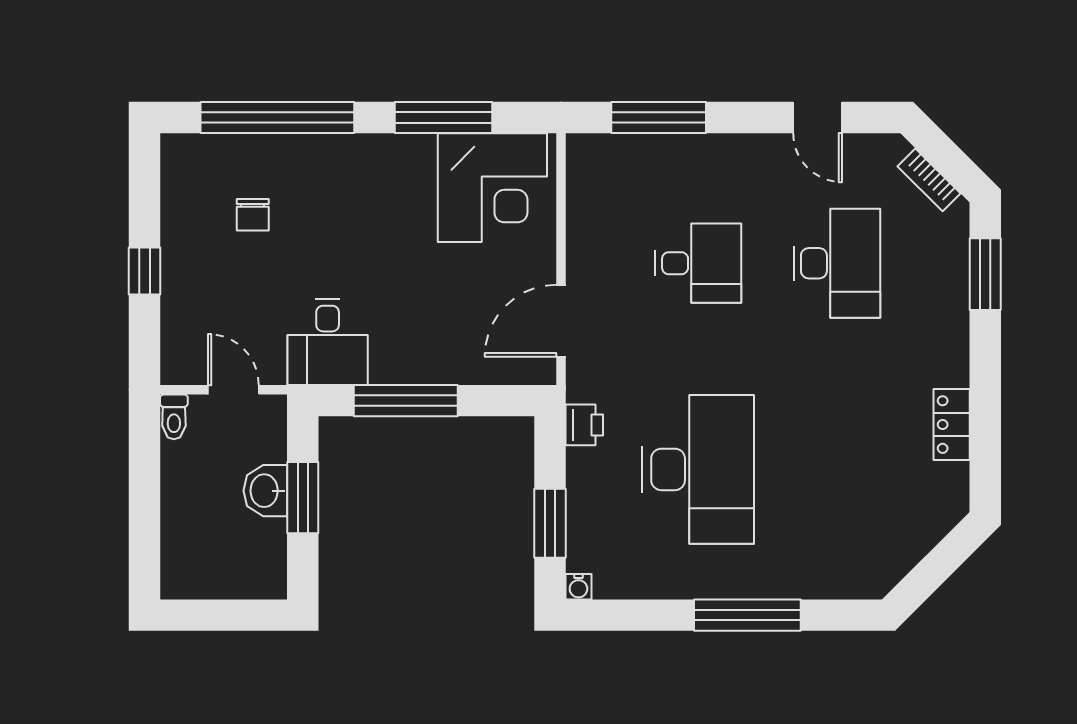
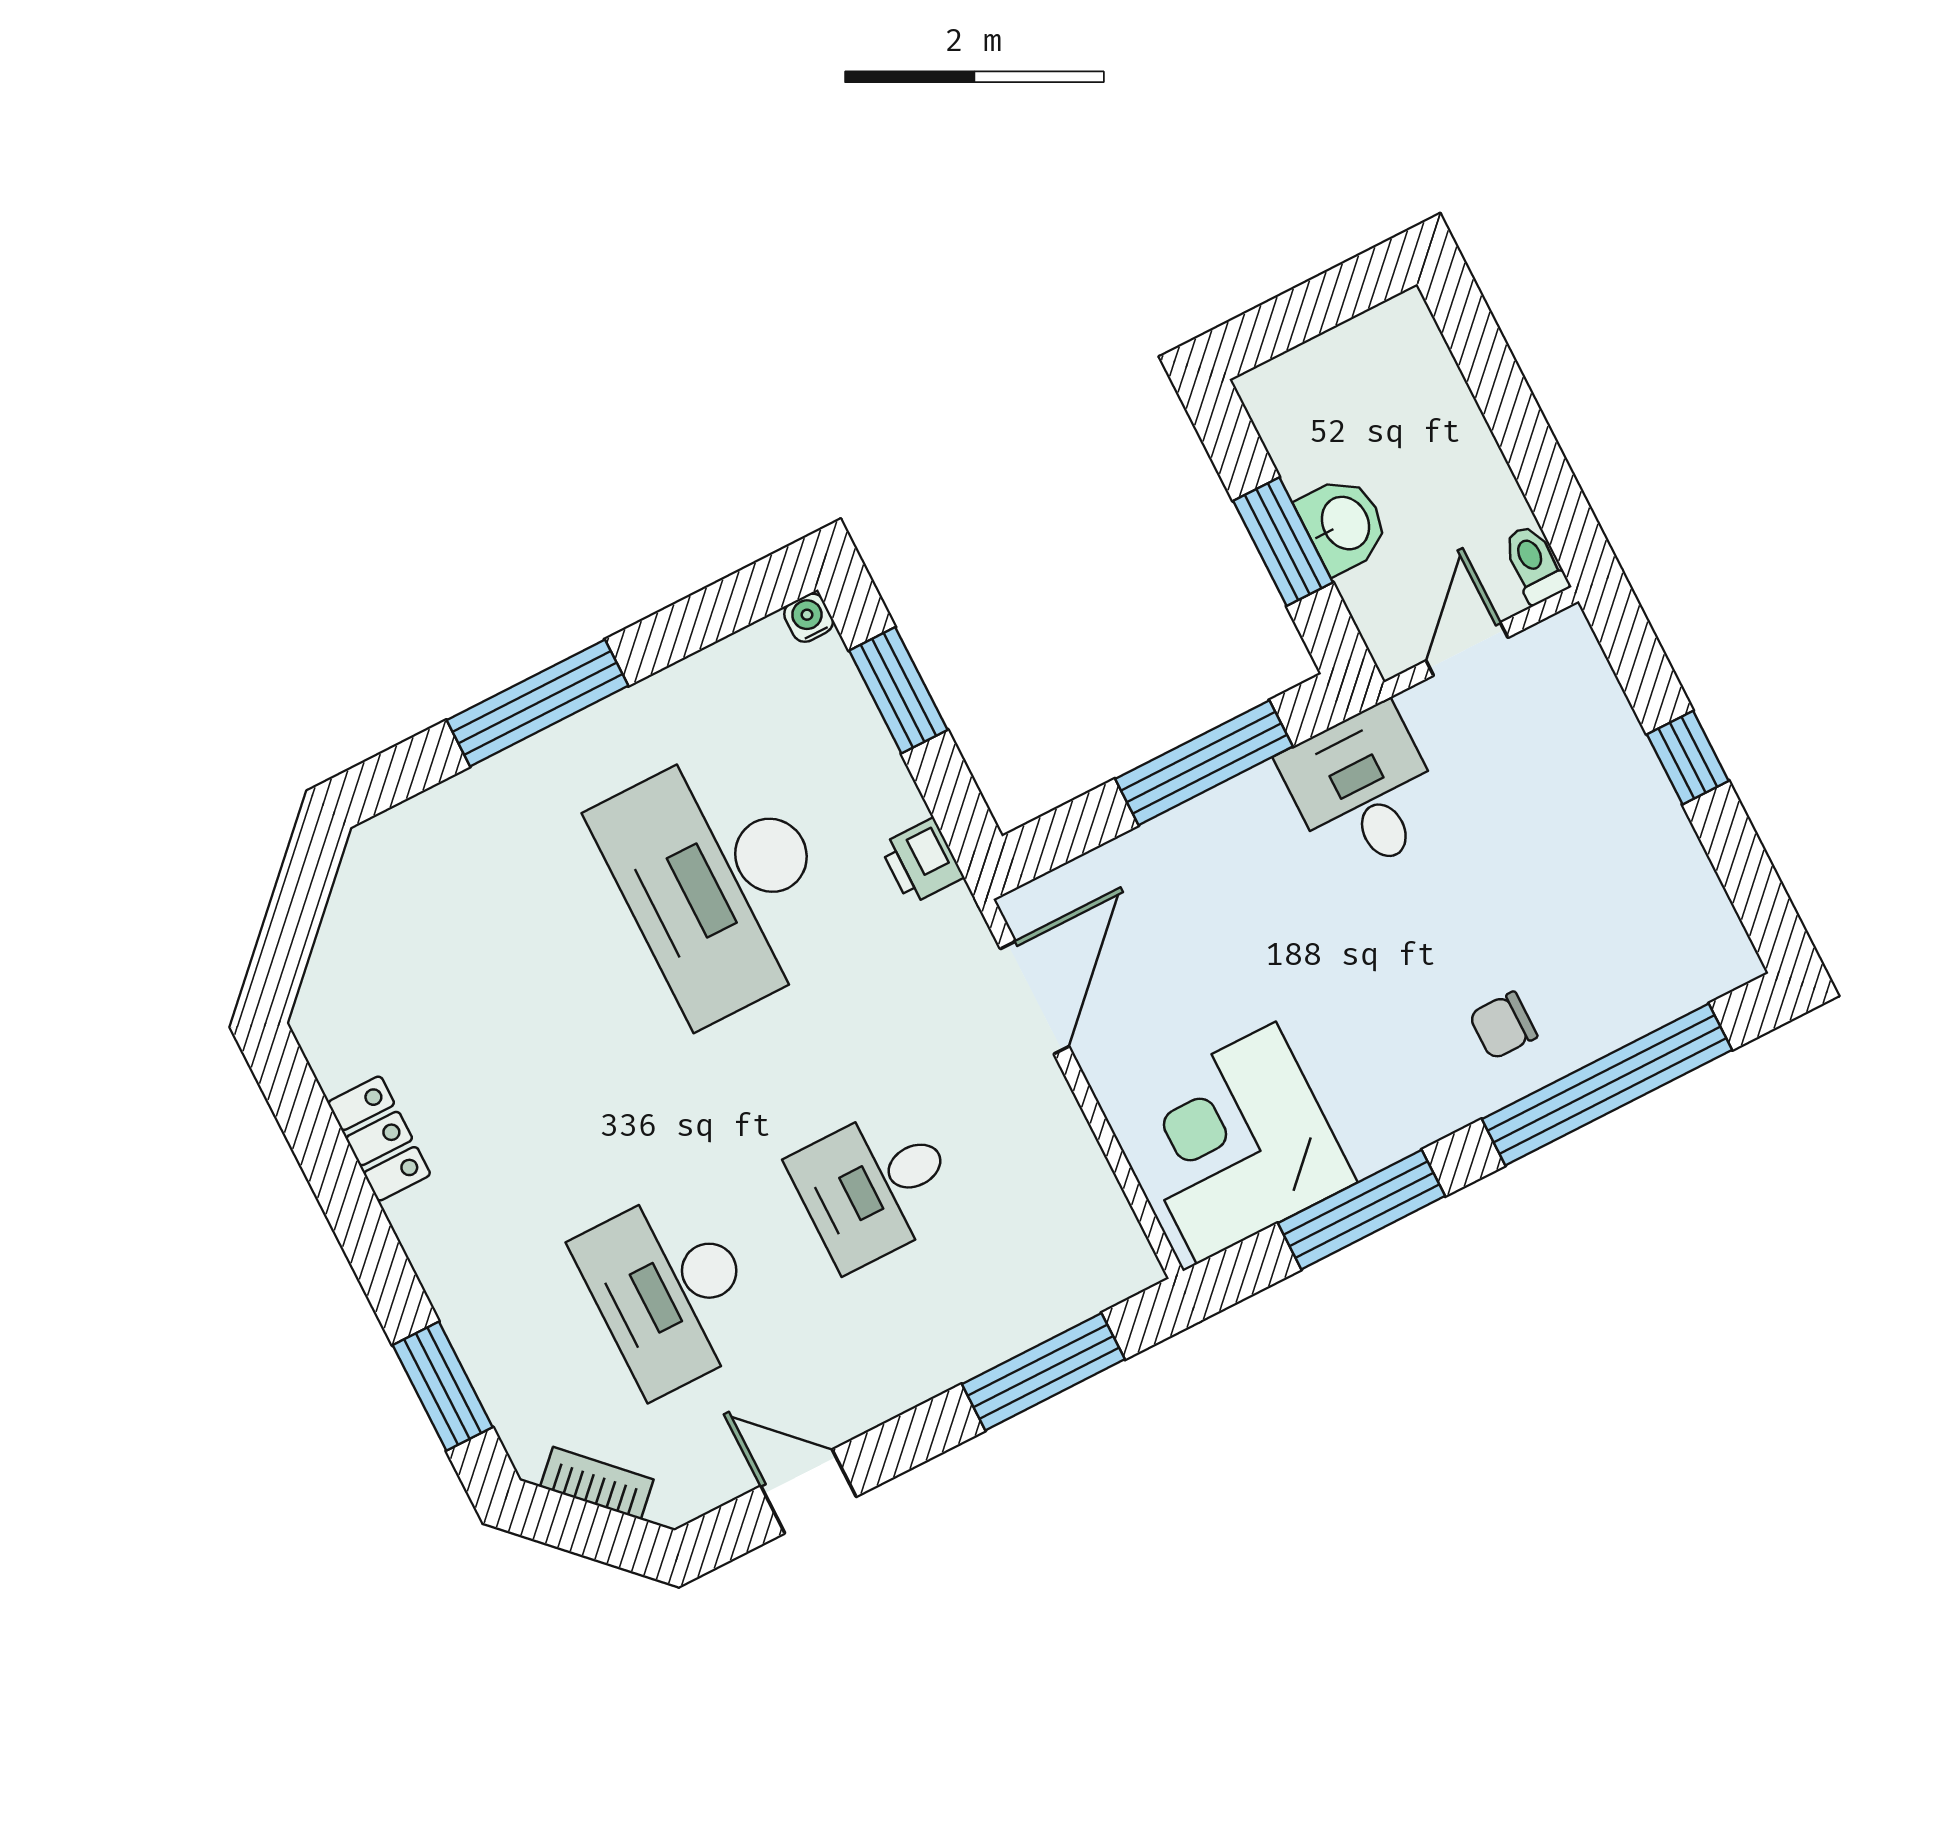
chair: (253, 215) -> (1503, 1026), moved, turned -90
door: (233, 390) -> (1467, 649), swing flipped

